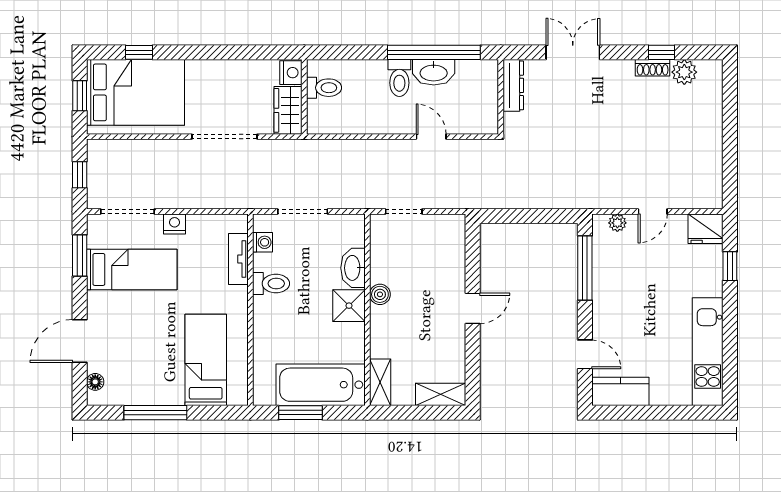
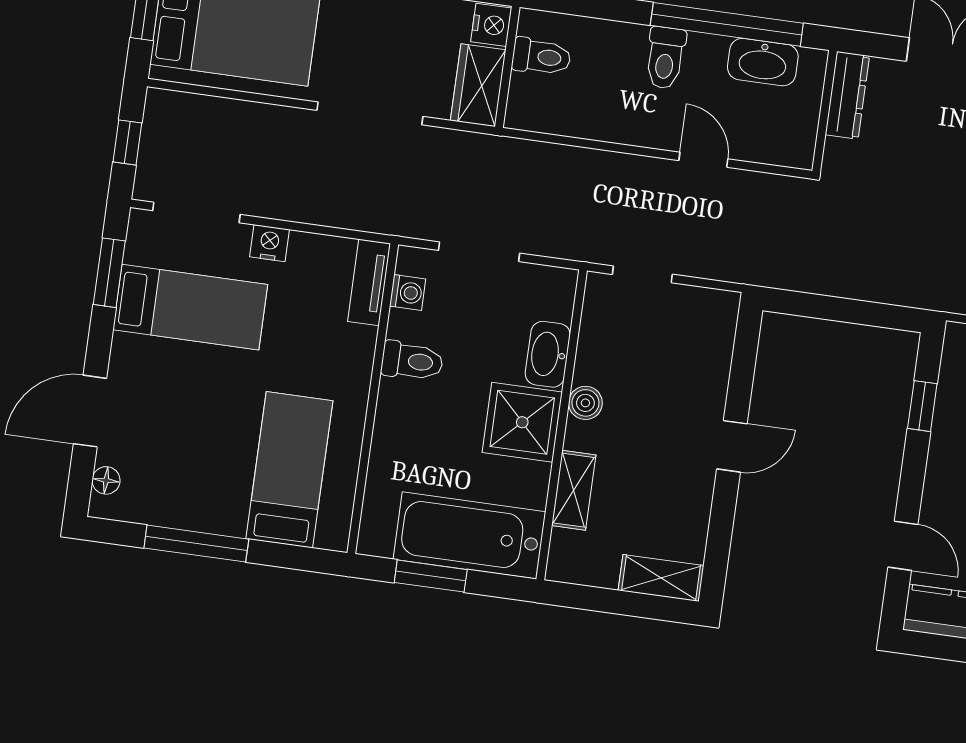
washbasin: (434, 72) -> (763, 62), moved
tv unit: (238, 259) -> (369, 282), moved
window: (585, 268) -> (922, 406), width x0.46
shower: (349, 306) -> (522, 422), width x1.36, depth x1.36
shelving: (380, 382) -> (574, 490), moved

